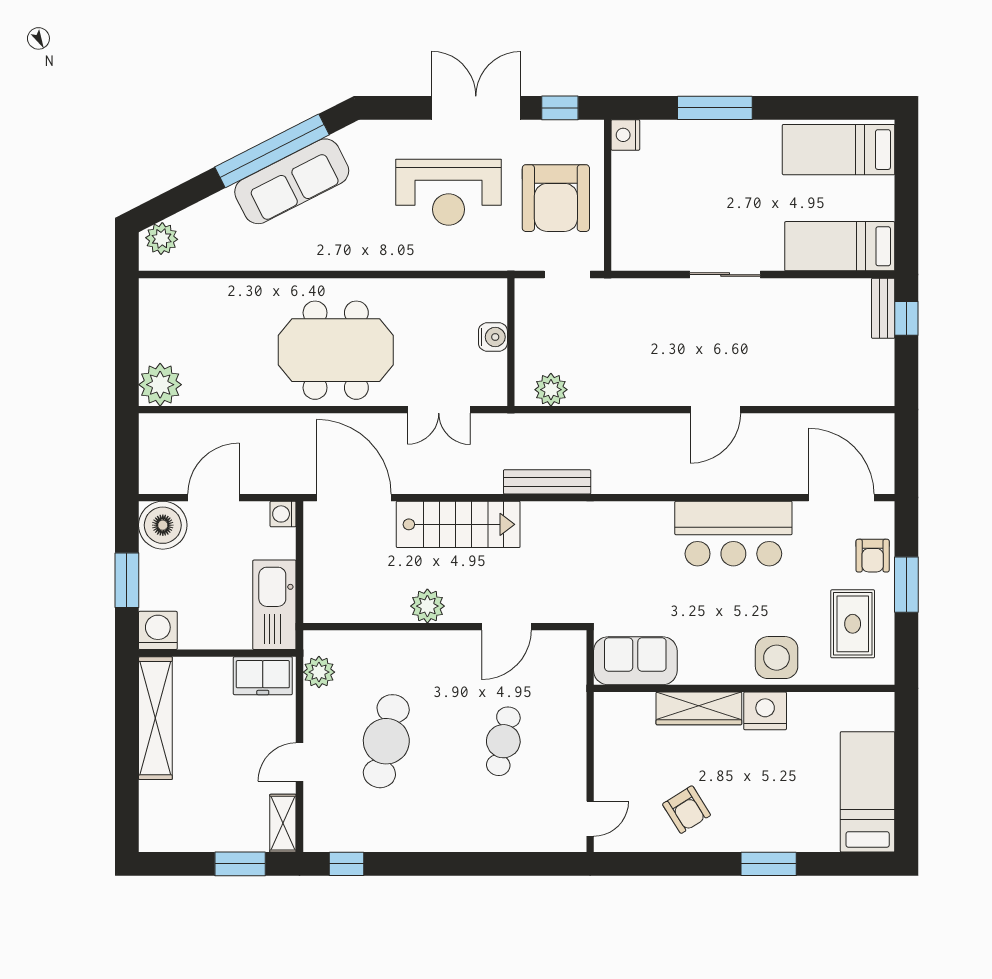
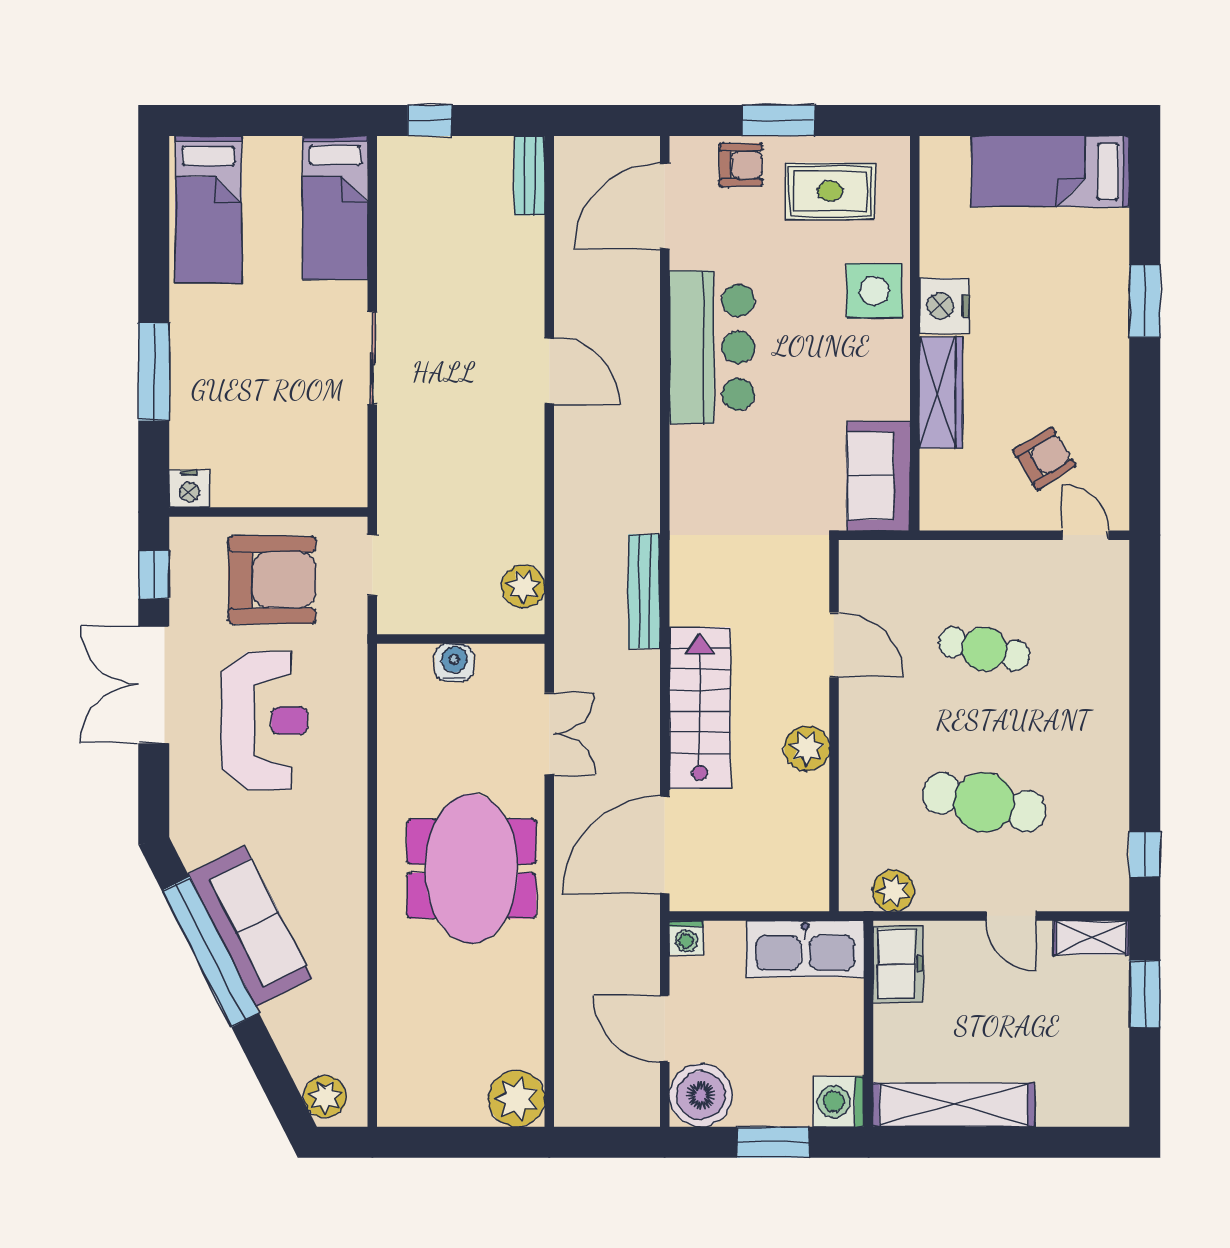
bench: (883, 308) -> (530, 175), moved, turned 90
armchair: (687, 810) -> (1045, 458), moved

